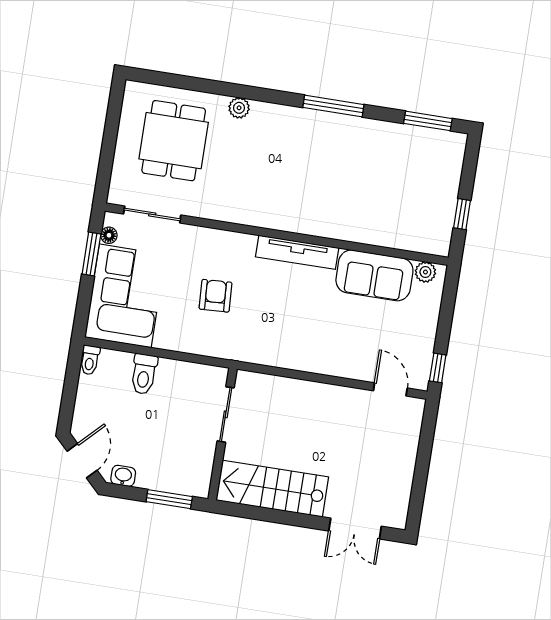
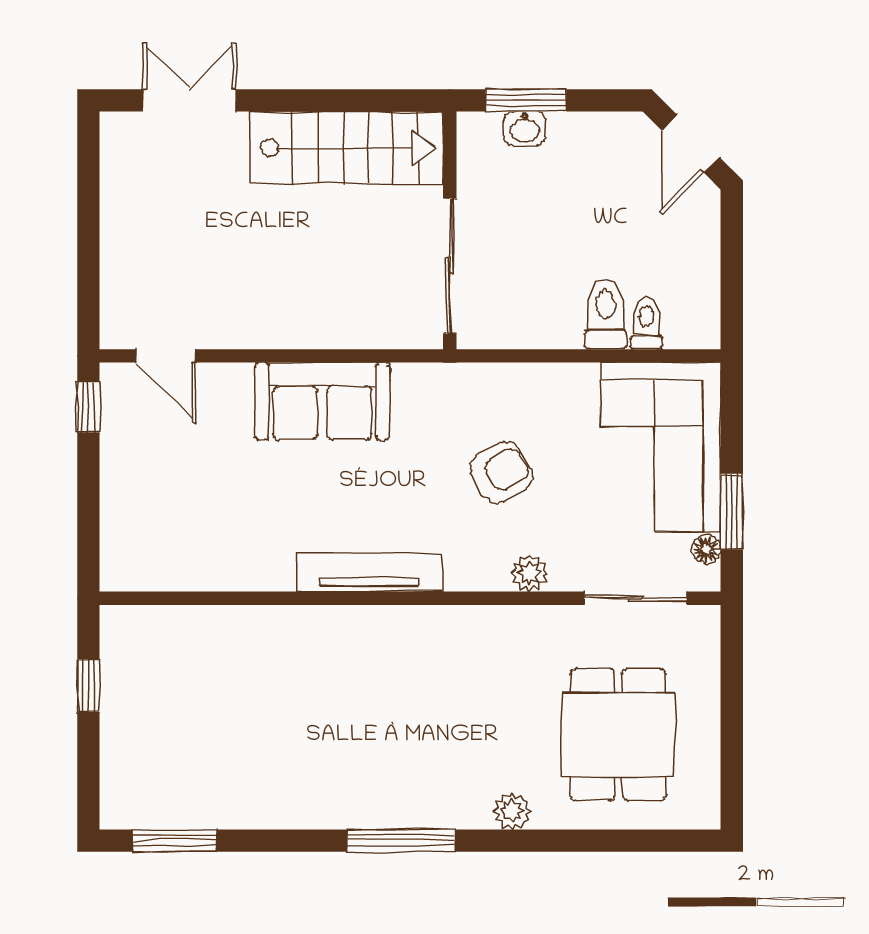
window: (333, 106) -> (401, 841), moved
plant: (425, 272) -> (529, 573), moved
sofa: (374, 275) -> (322, 401), moved, turned 180
armchair: (215, 296) -> (501, 472), turned -116
toilet: (90, 360) -> (646, 324), moved
sliding door: (226, 414) -> (450, 266), width x1.37
washbasin: (123, 476) -> (525, 128), moved

